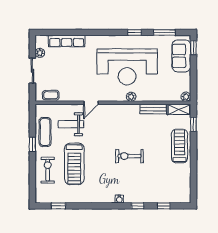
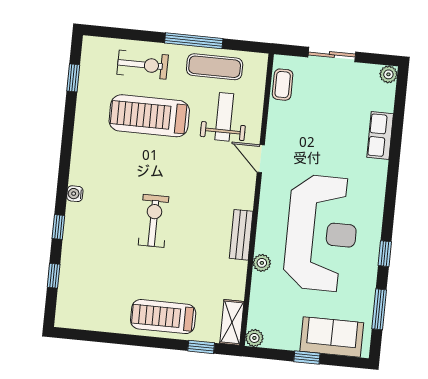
row of seats: (67, 41) -> (380, 135), width x0.68
window: (193, 48) -> (307, 357), moved
plant: (40, 53) -> (388, 74), moved
reception desk: (127, 67) -> (321, 233), turned 180
plant: (131, 97) -> (262, 263), moved
bench: (153, 109) -> (241, 235), moved
window: (32, 144) -> (194, 41), width x2.17
treadmill: (179, 146) -> (163, 317), turned 180

